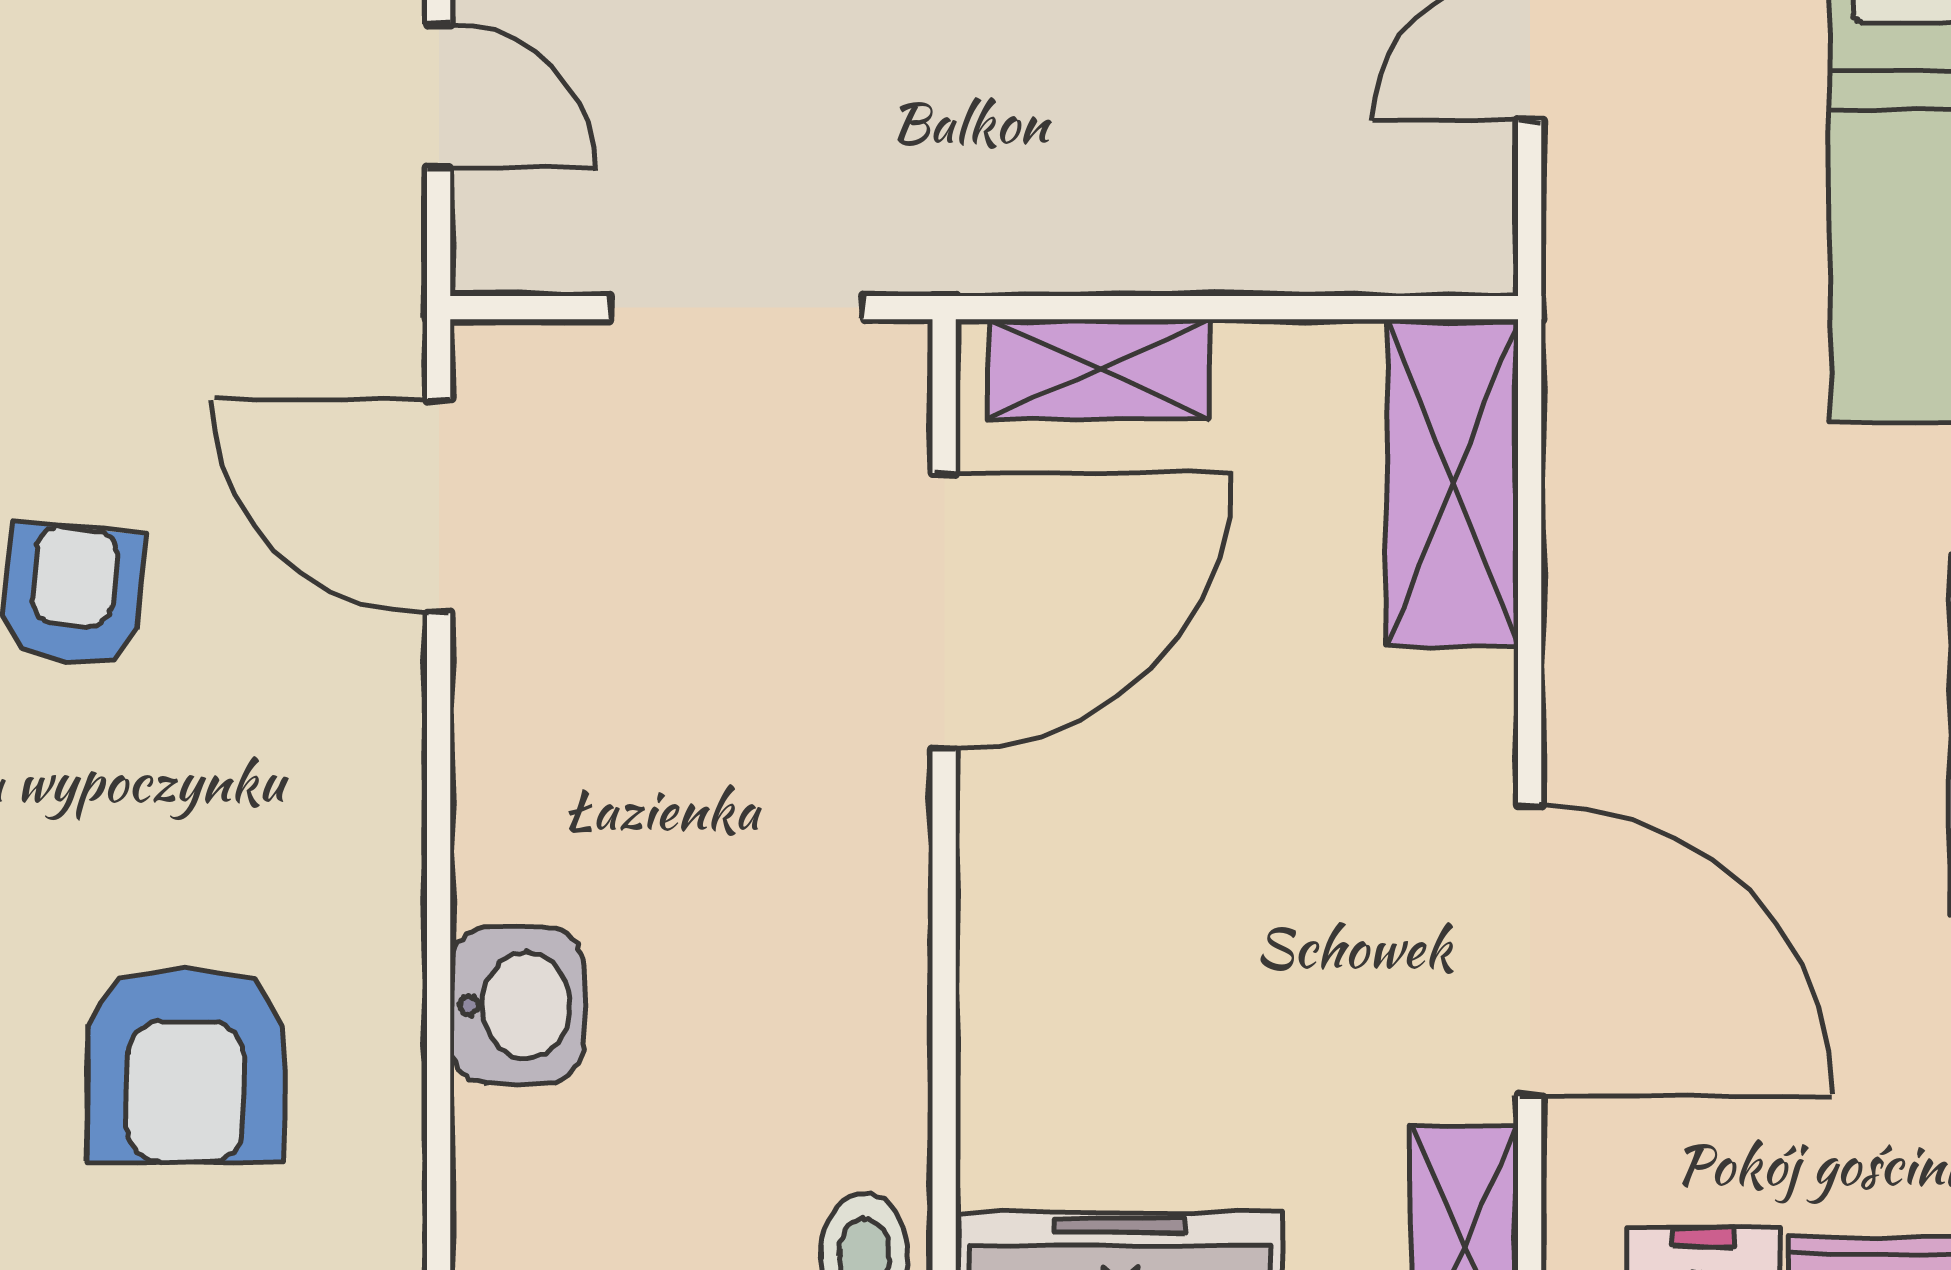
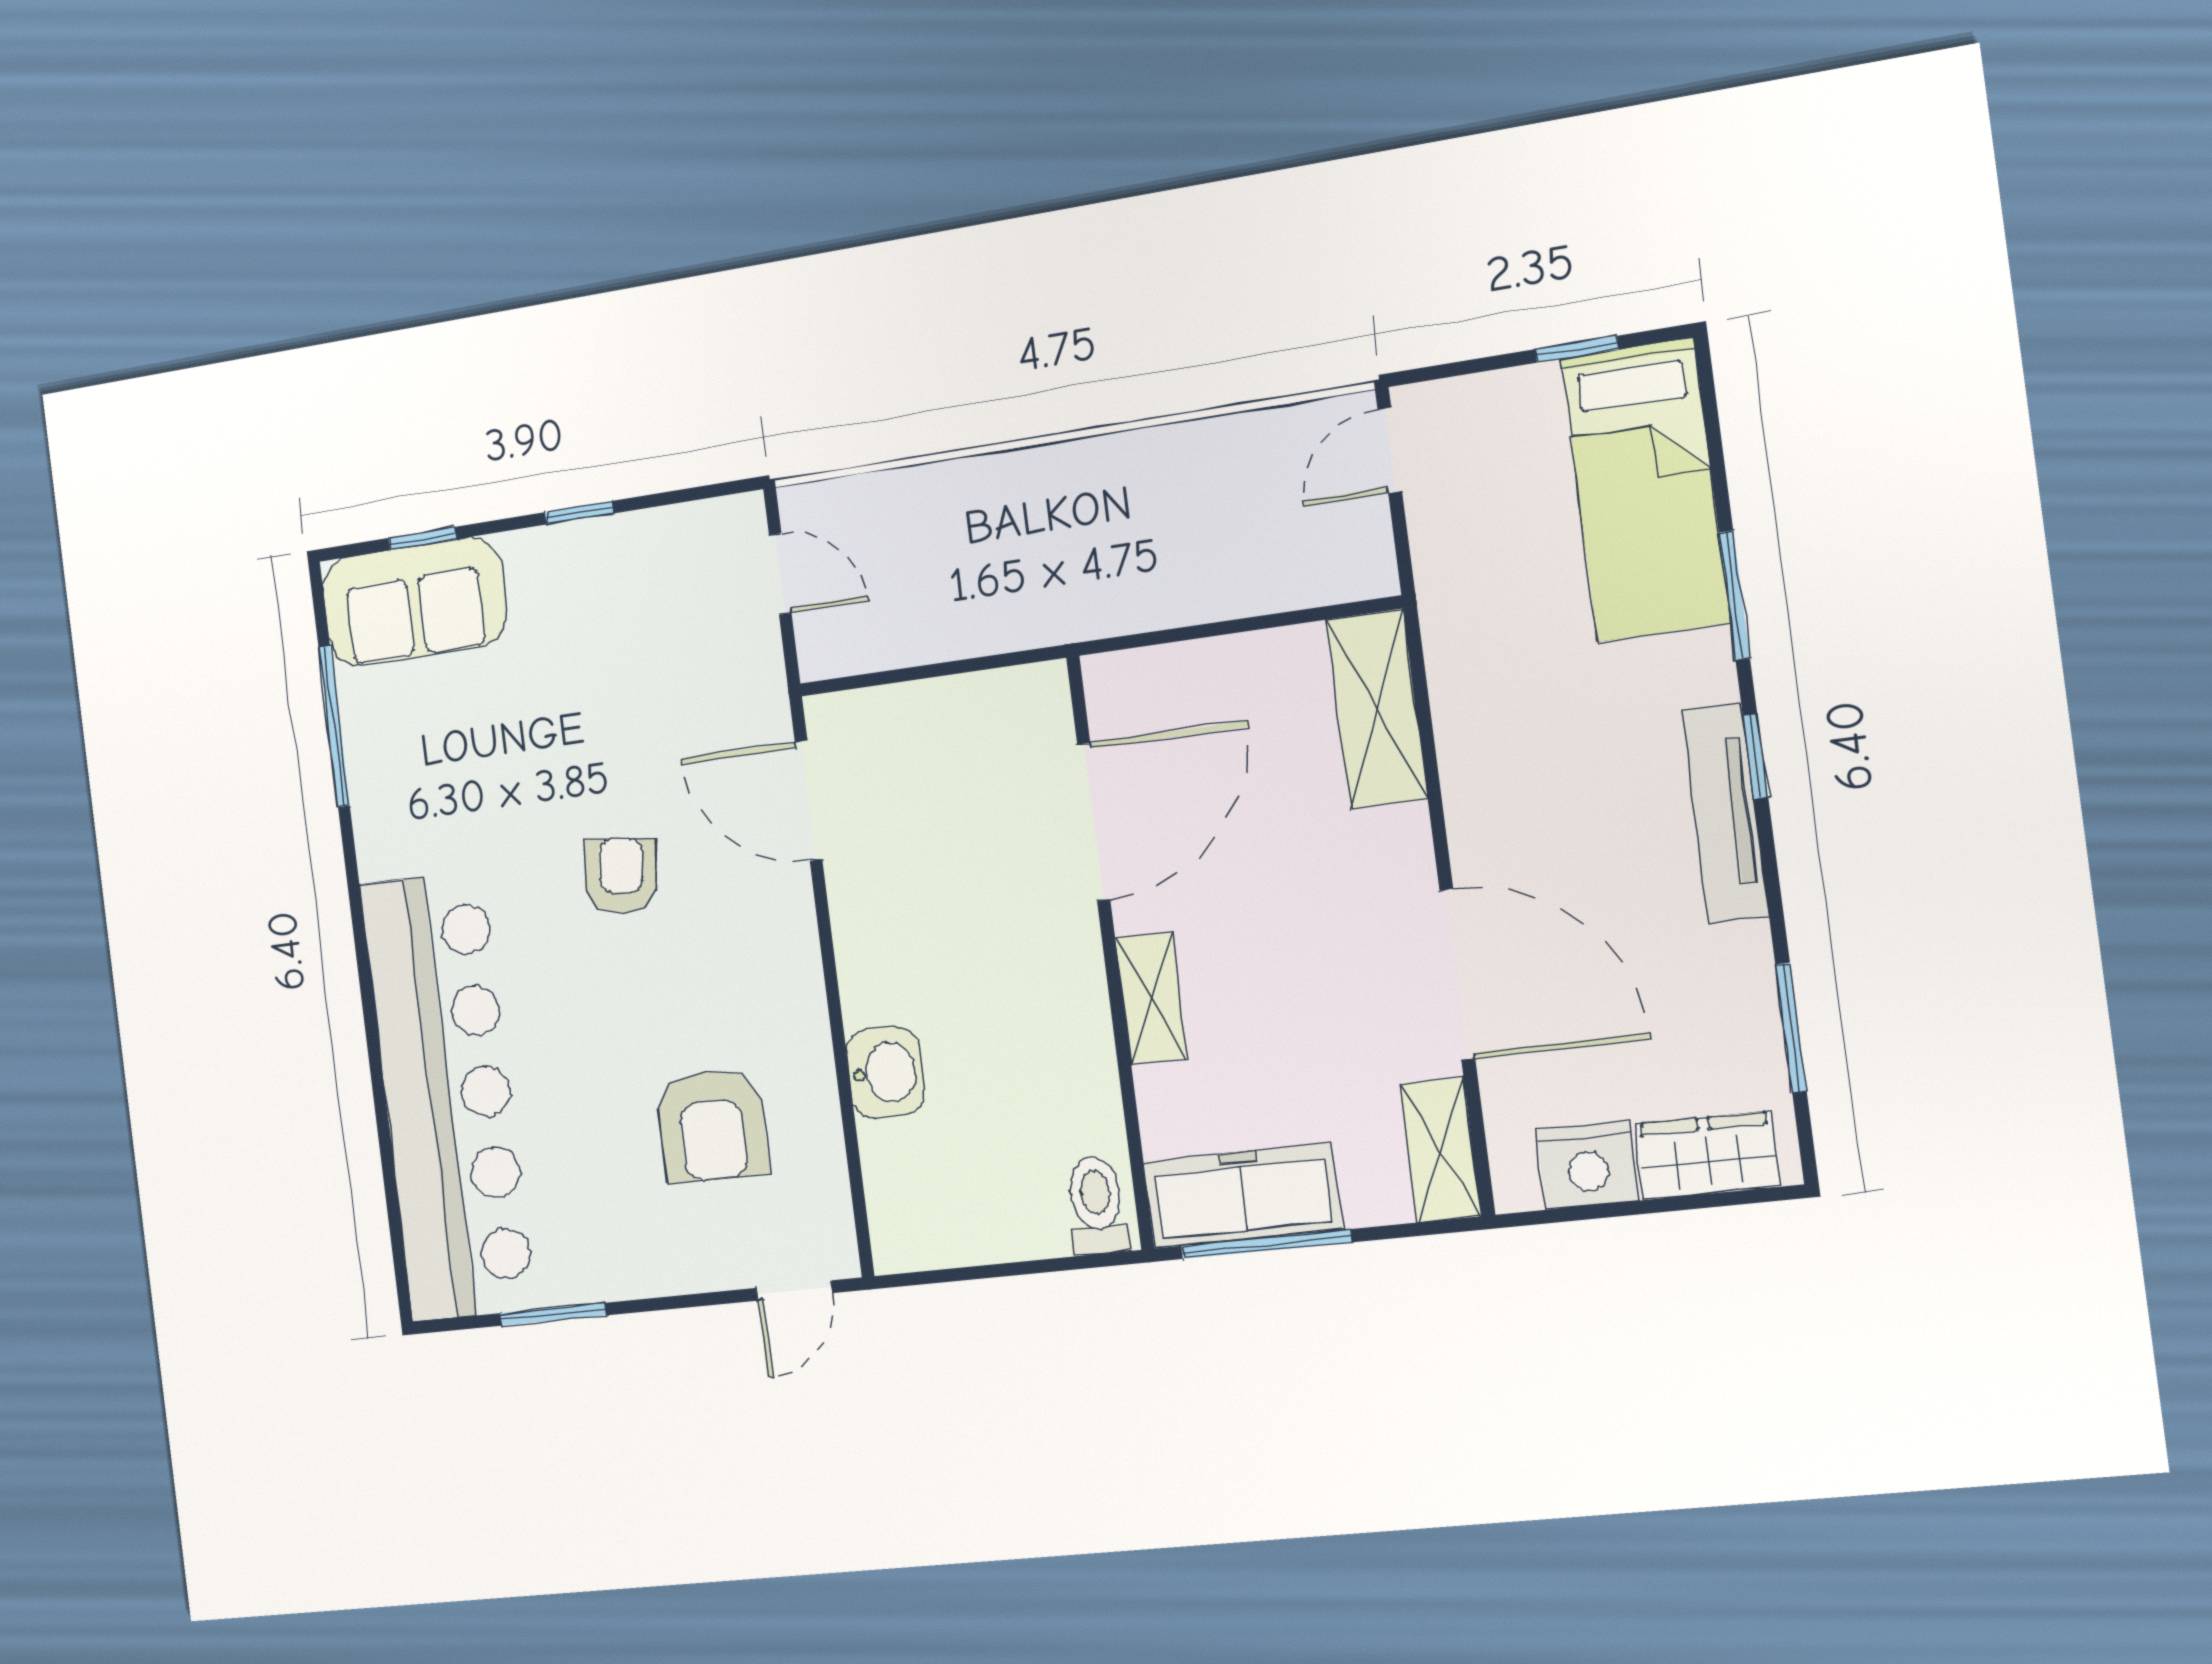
doorway: (736, 308) -> (956, 667), removed
shelving: (1099, 369) -> (1151, 998), moved, turned 90

